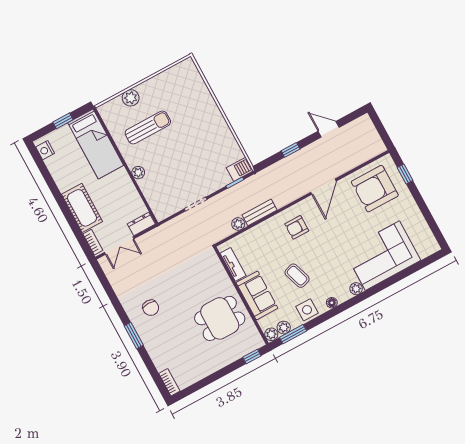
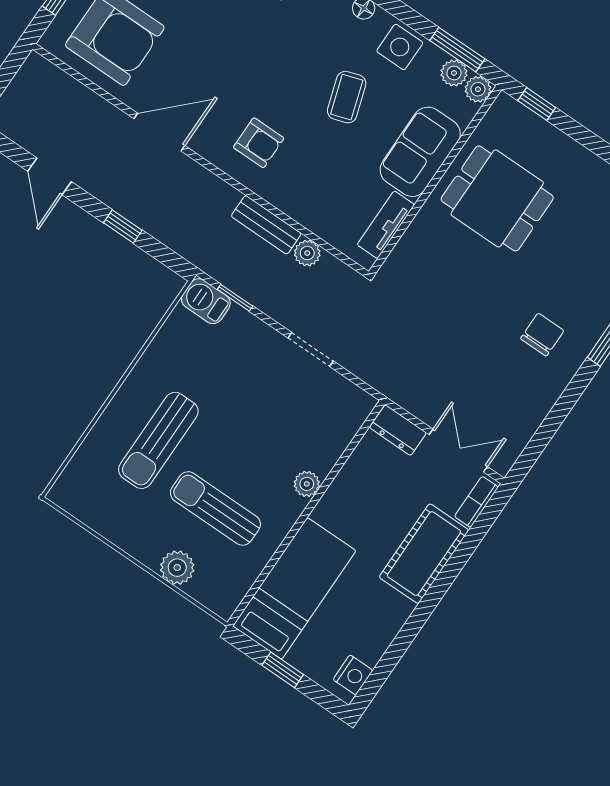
sun lounger: (190, 118) -> (158, 440), added

